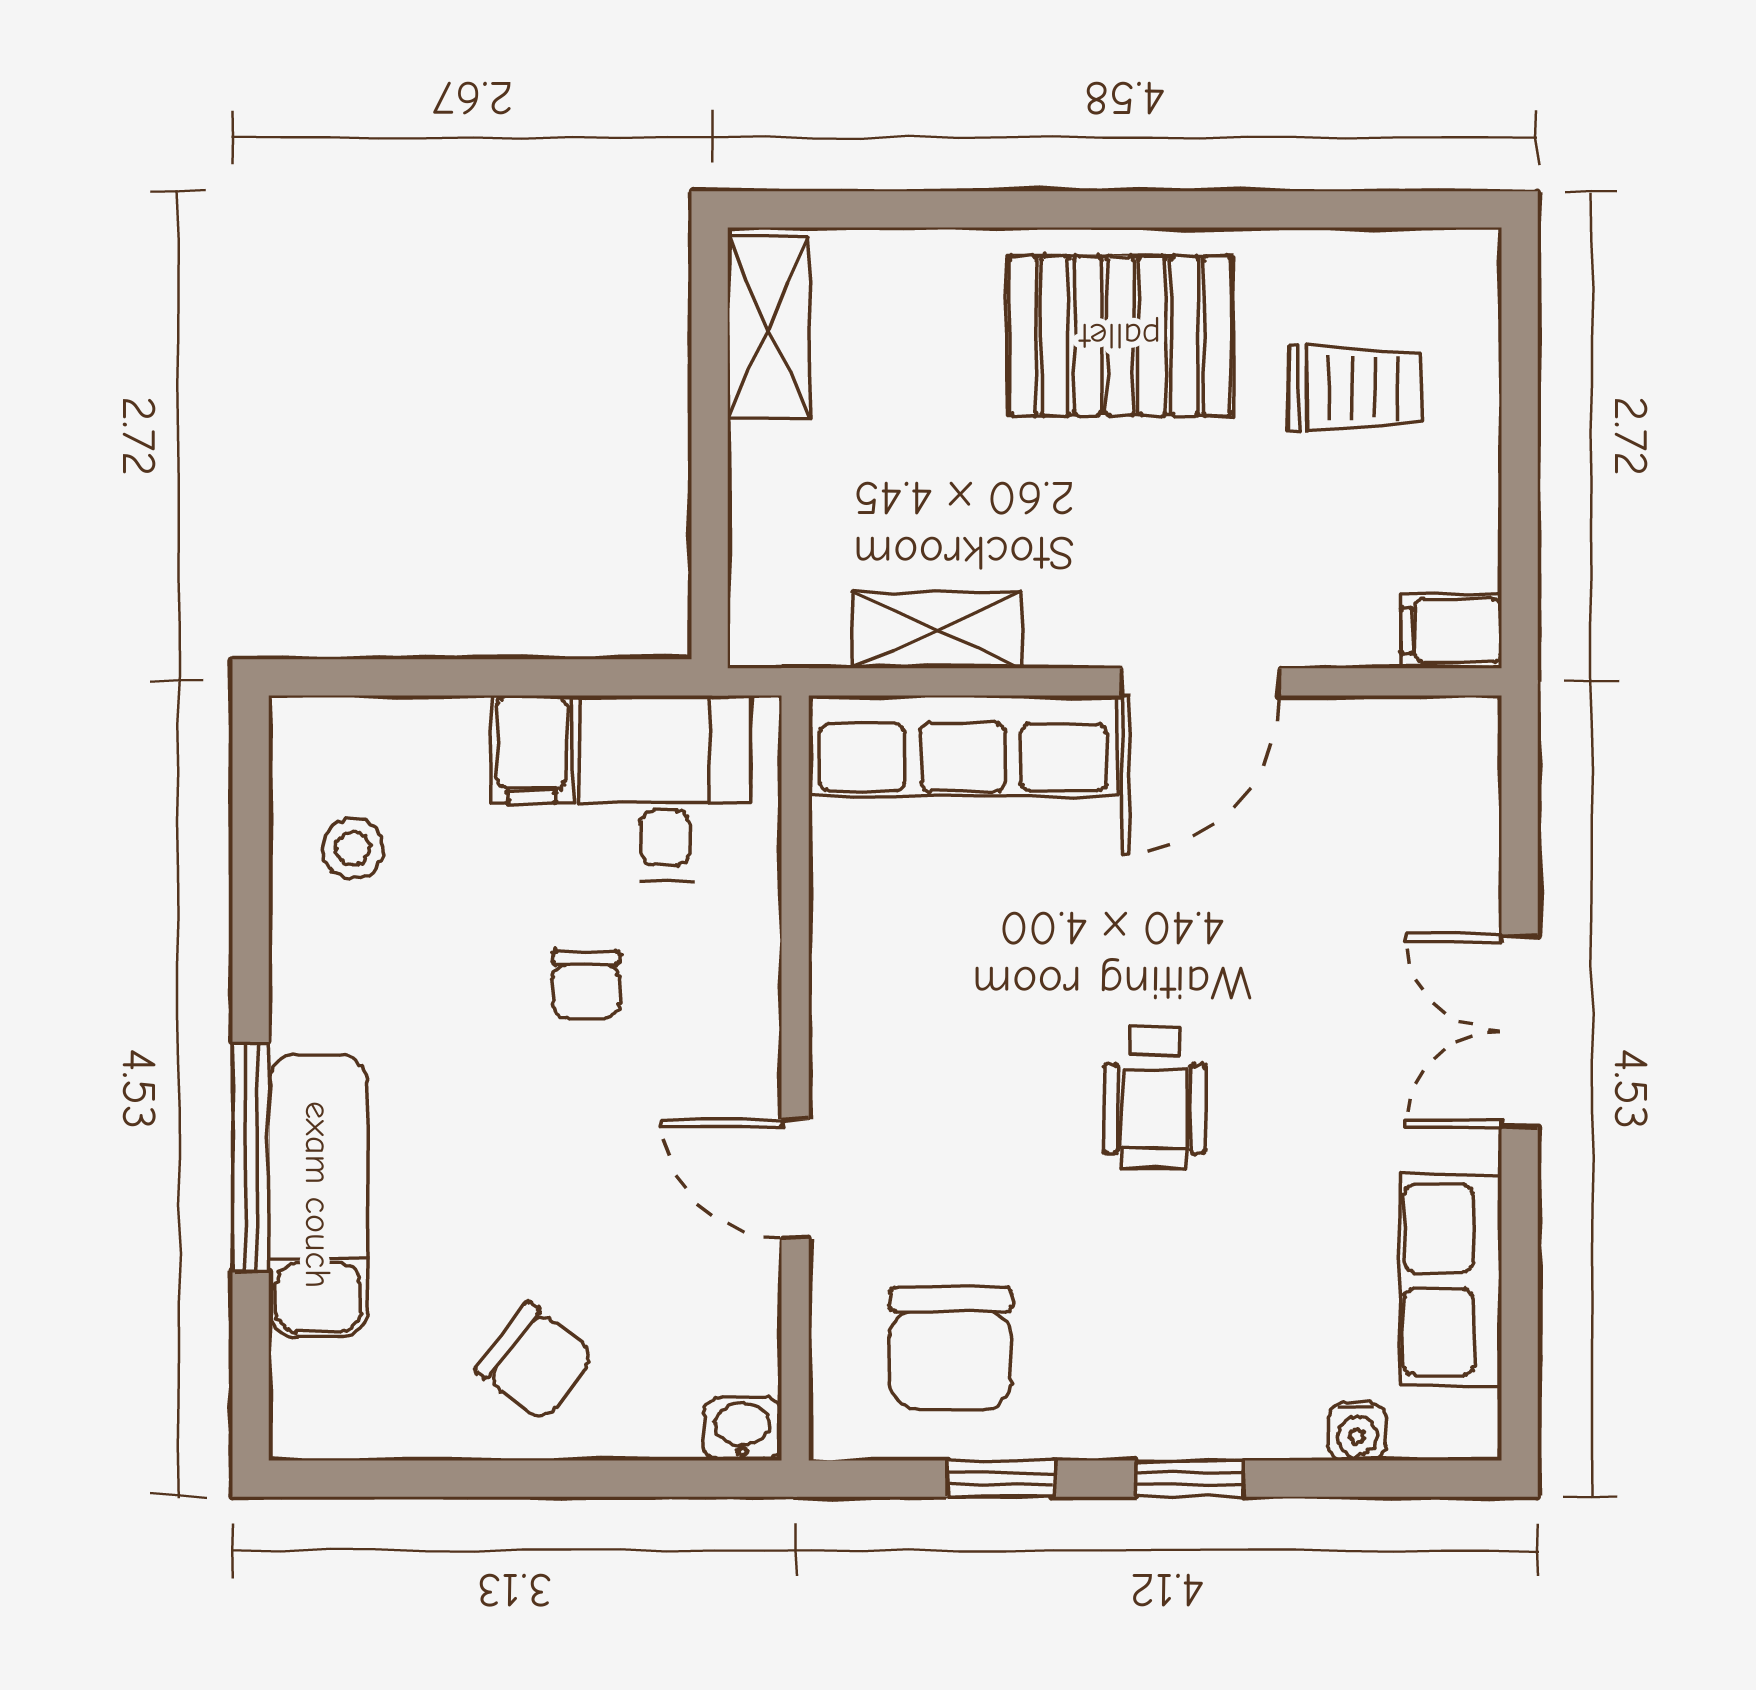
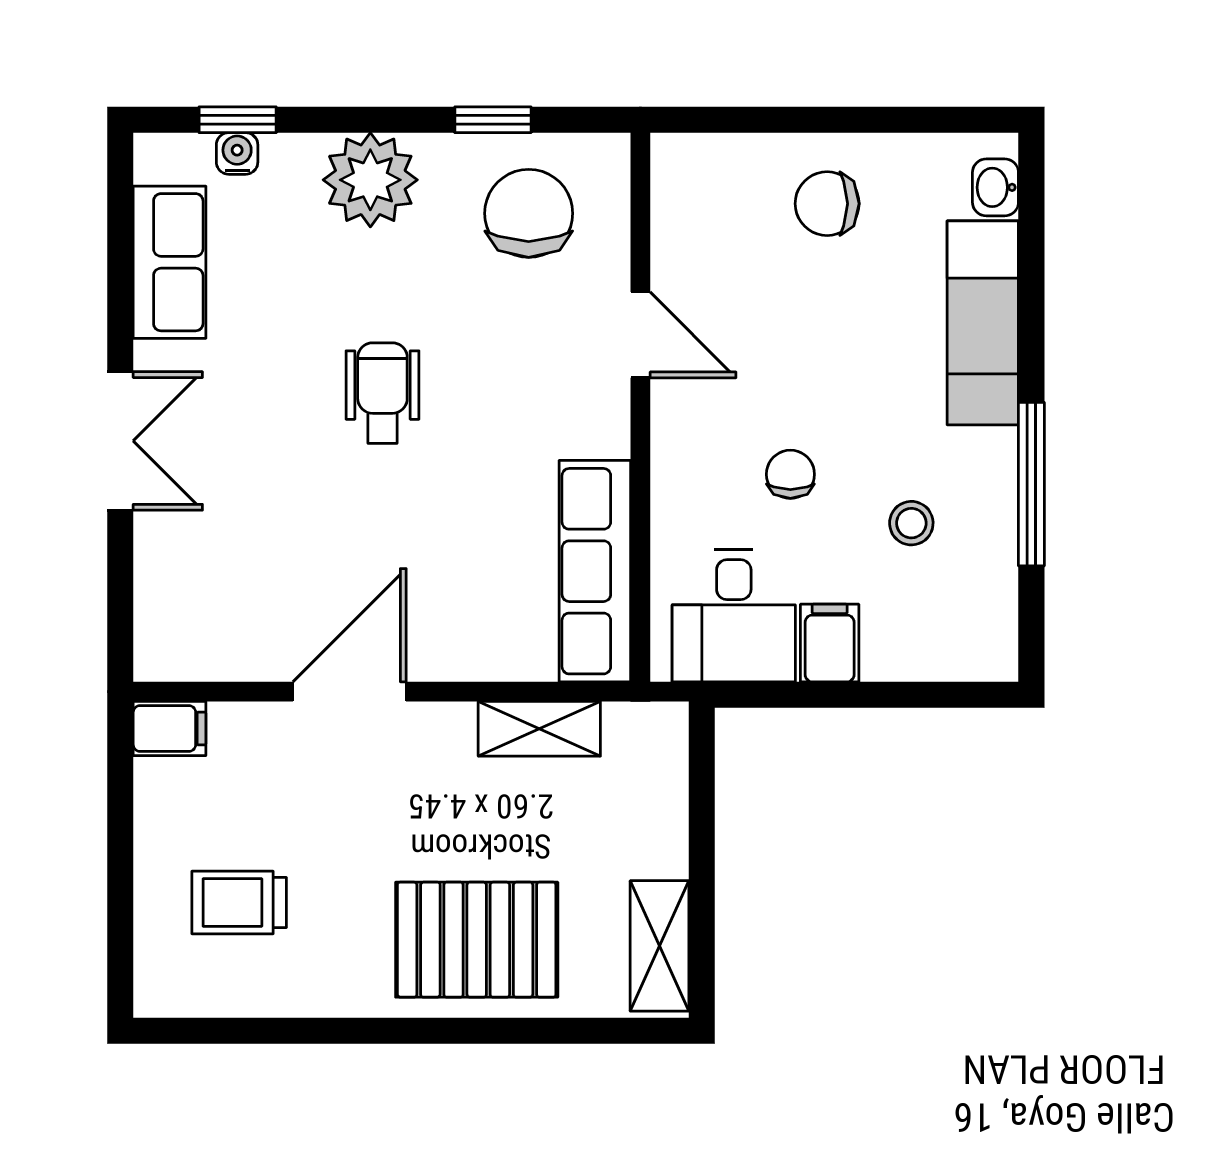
pallet: (1120, 336) -> (477, 940), moved
row of seats: (963, 745) -> (595, 571), moved, turned -90
stool: (353, 848) -> (911, 523), moved
window: (251, 1157) -> (1031, 484), moved
chair: (535, 1362) -> (827, 204), turned -38
plant: (1171, 1395) -> (370, 180), added
washbasin: (742, 1429) -> (995, 187), moved, turned 90
window: (1190, 1479) -> (238, 120), moved

